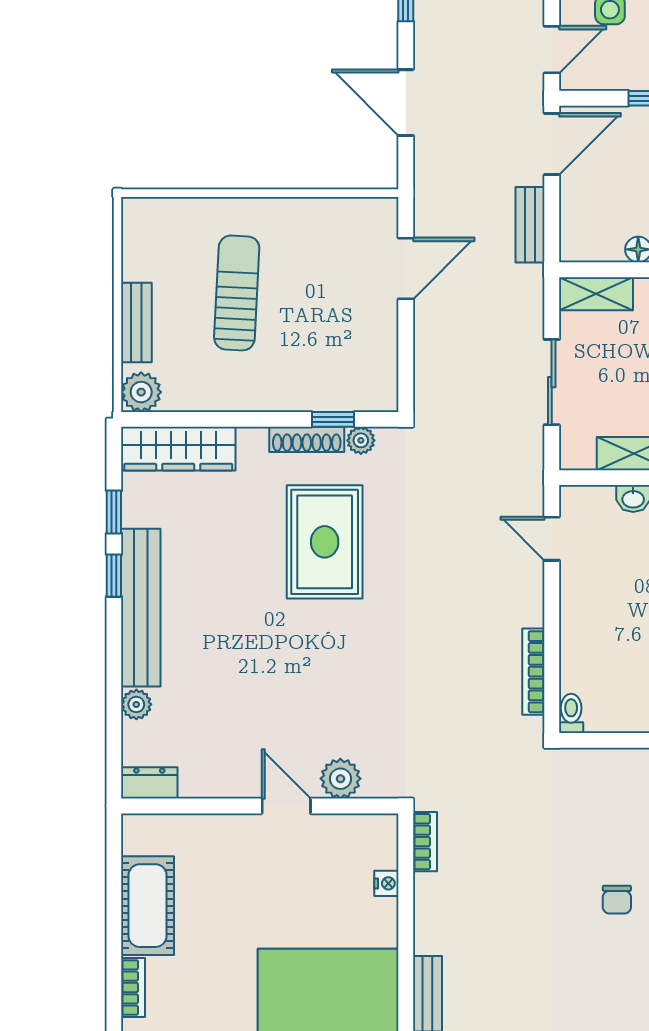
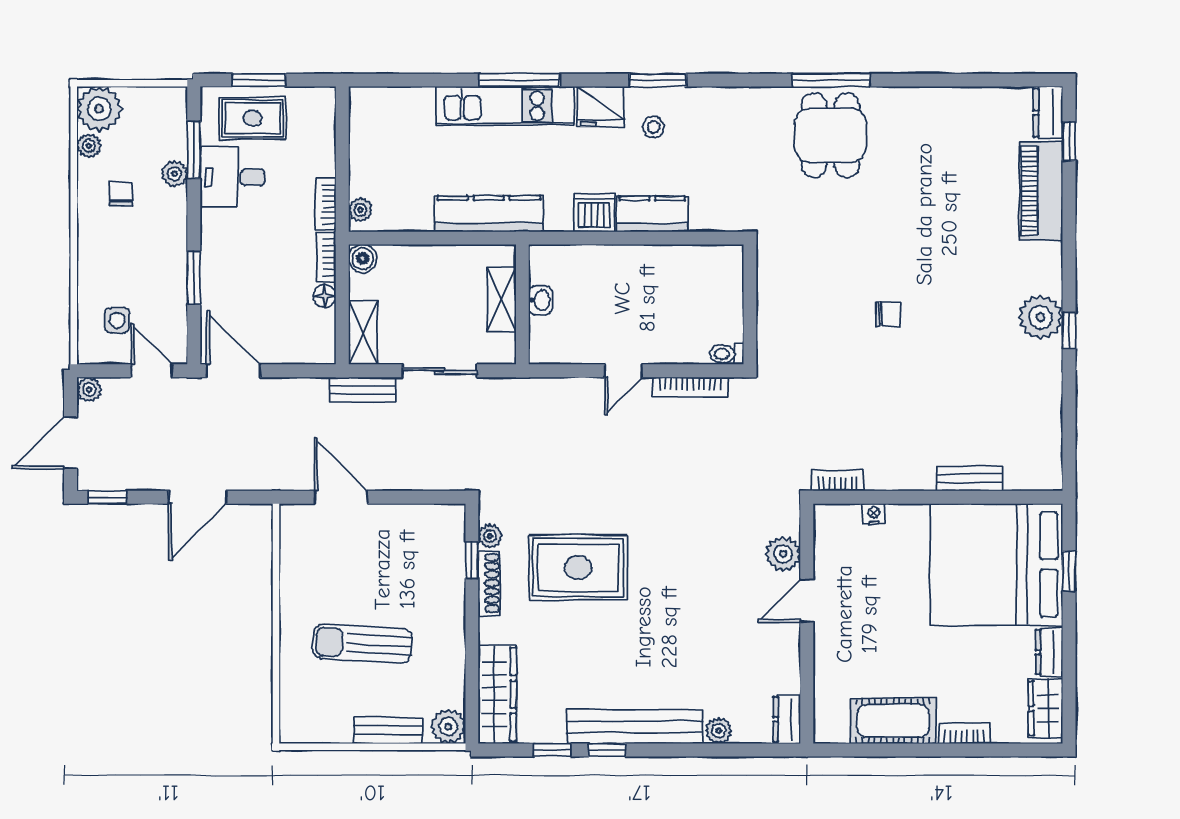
bench: (530, 225) -> (363, 390), moved
door: (552, 539) -> (623, 371), moved

